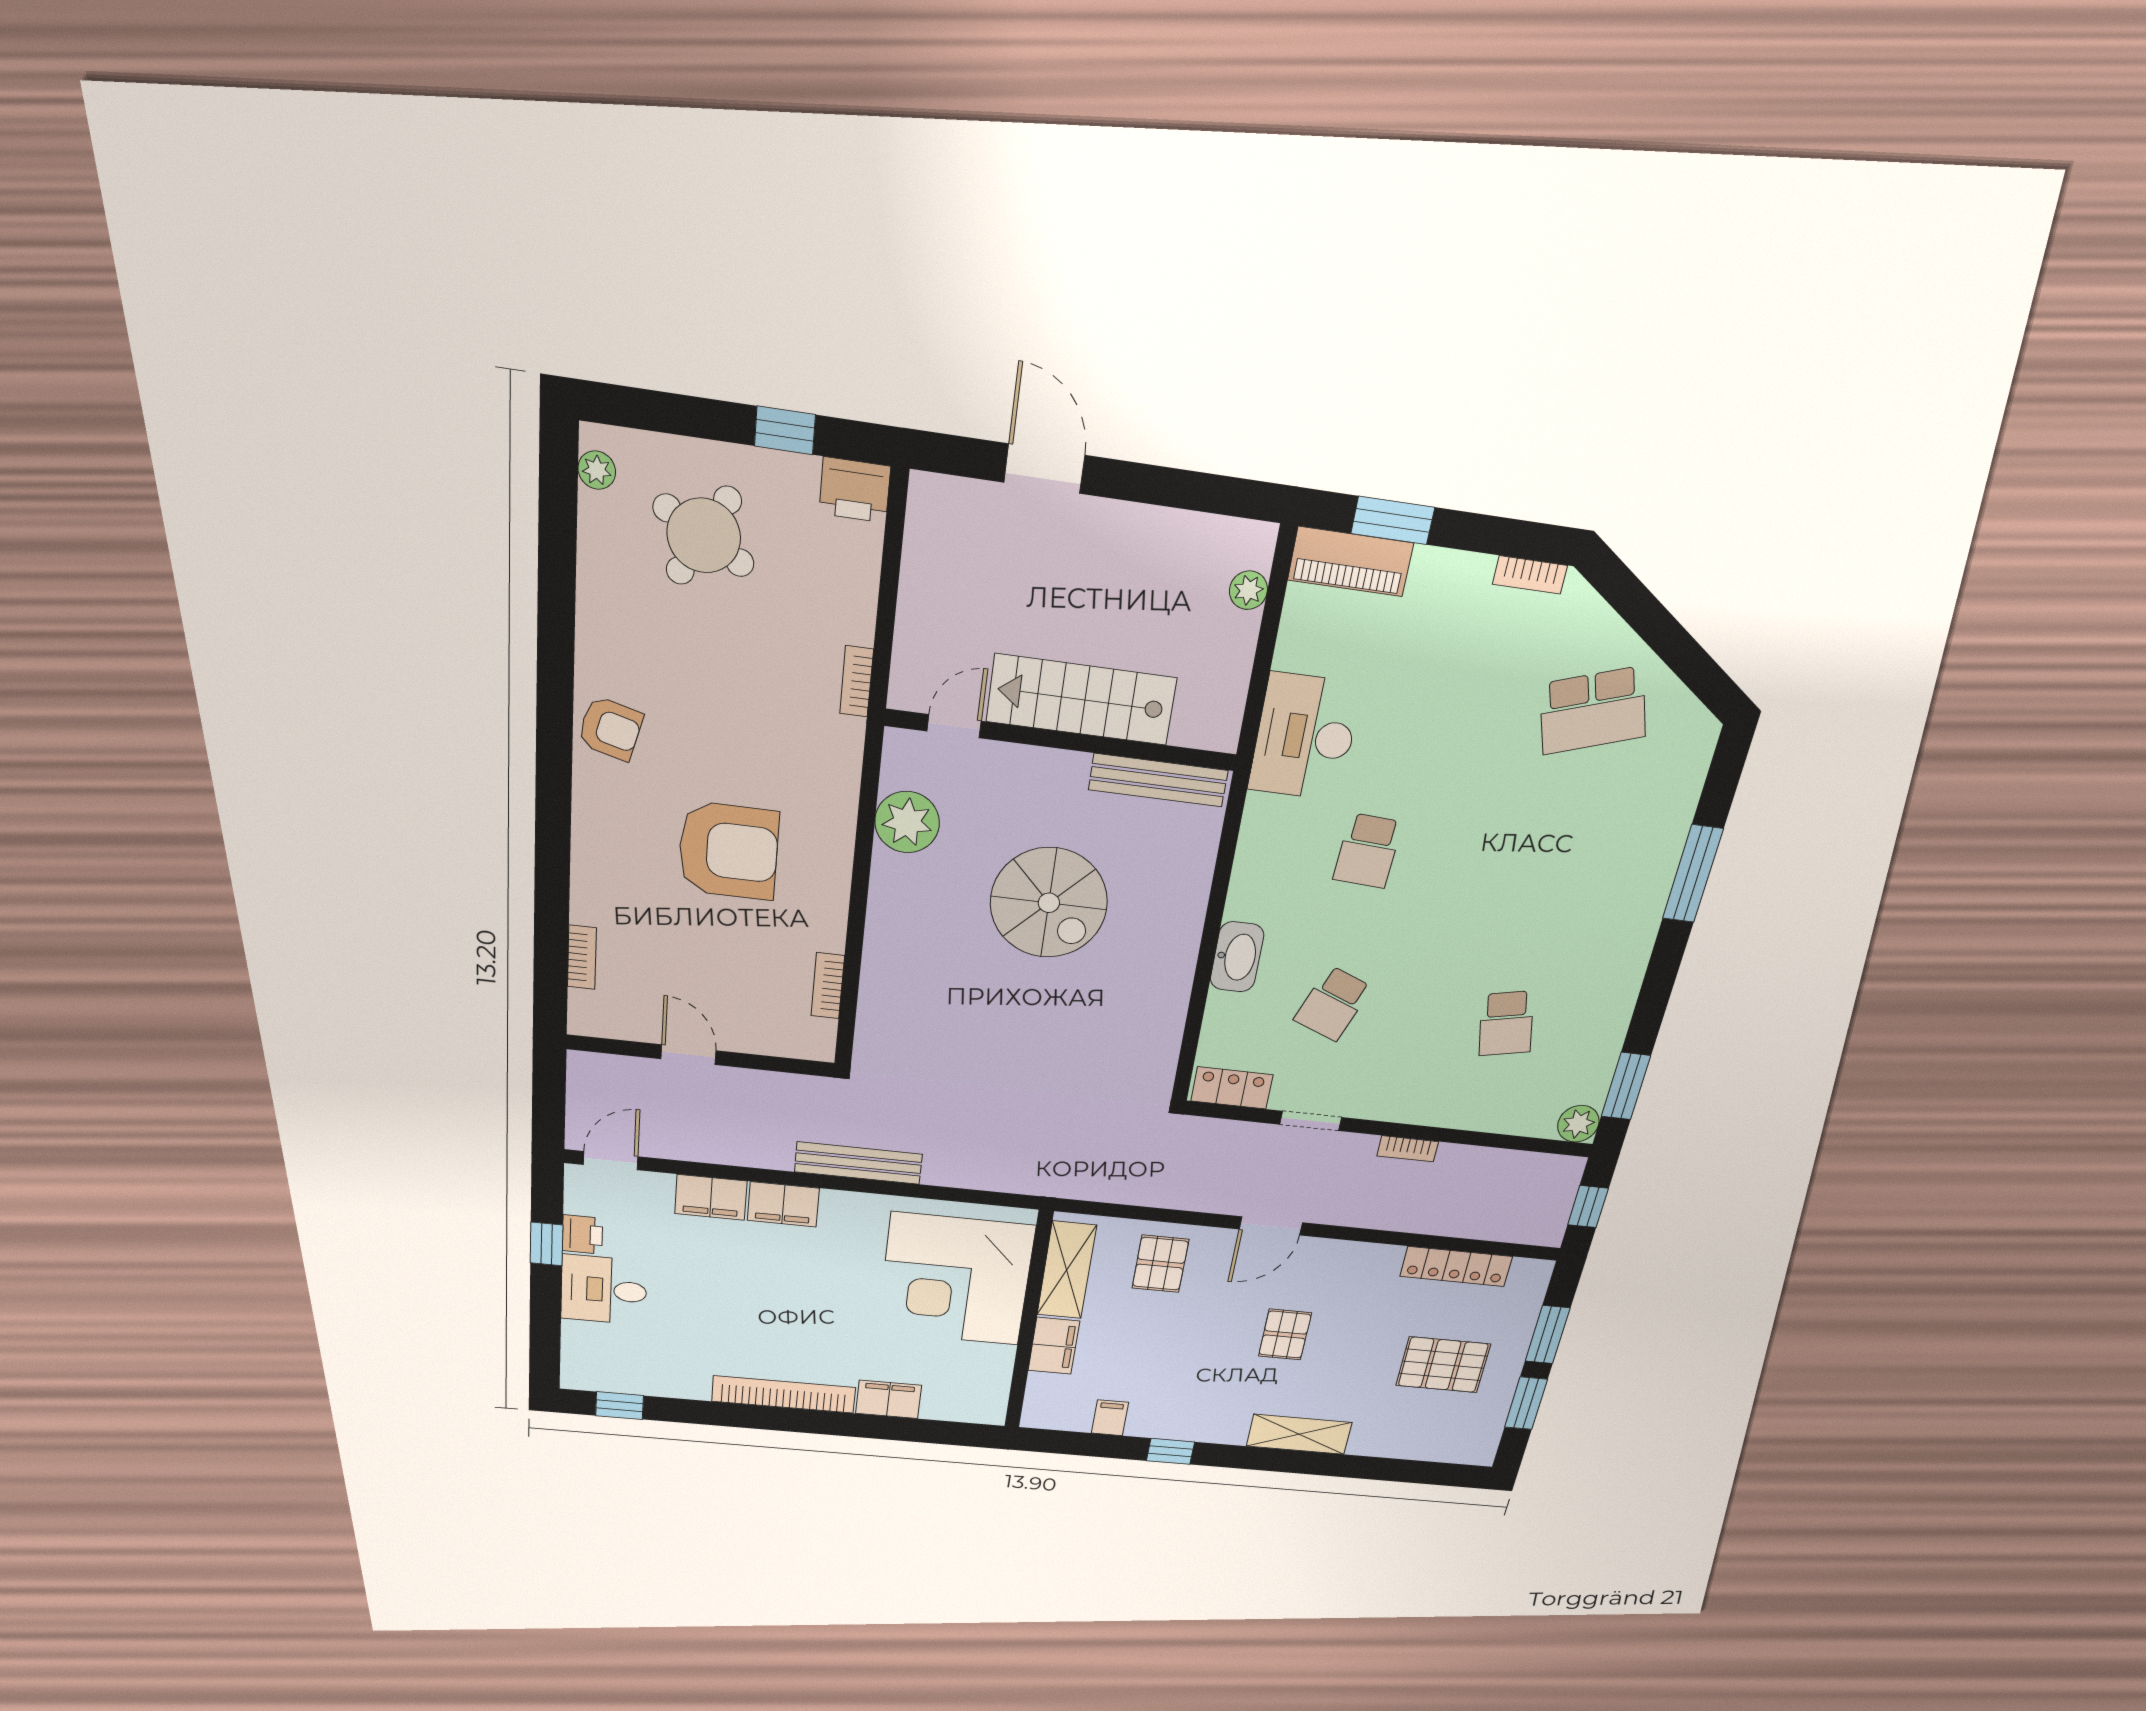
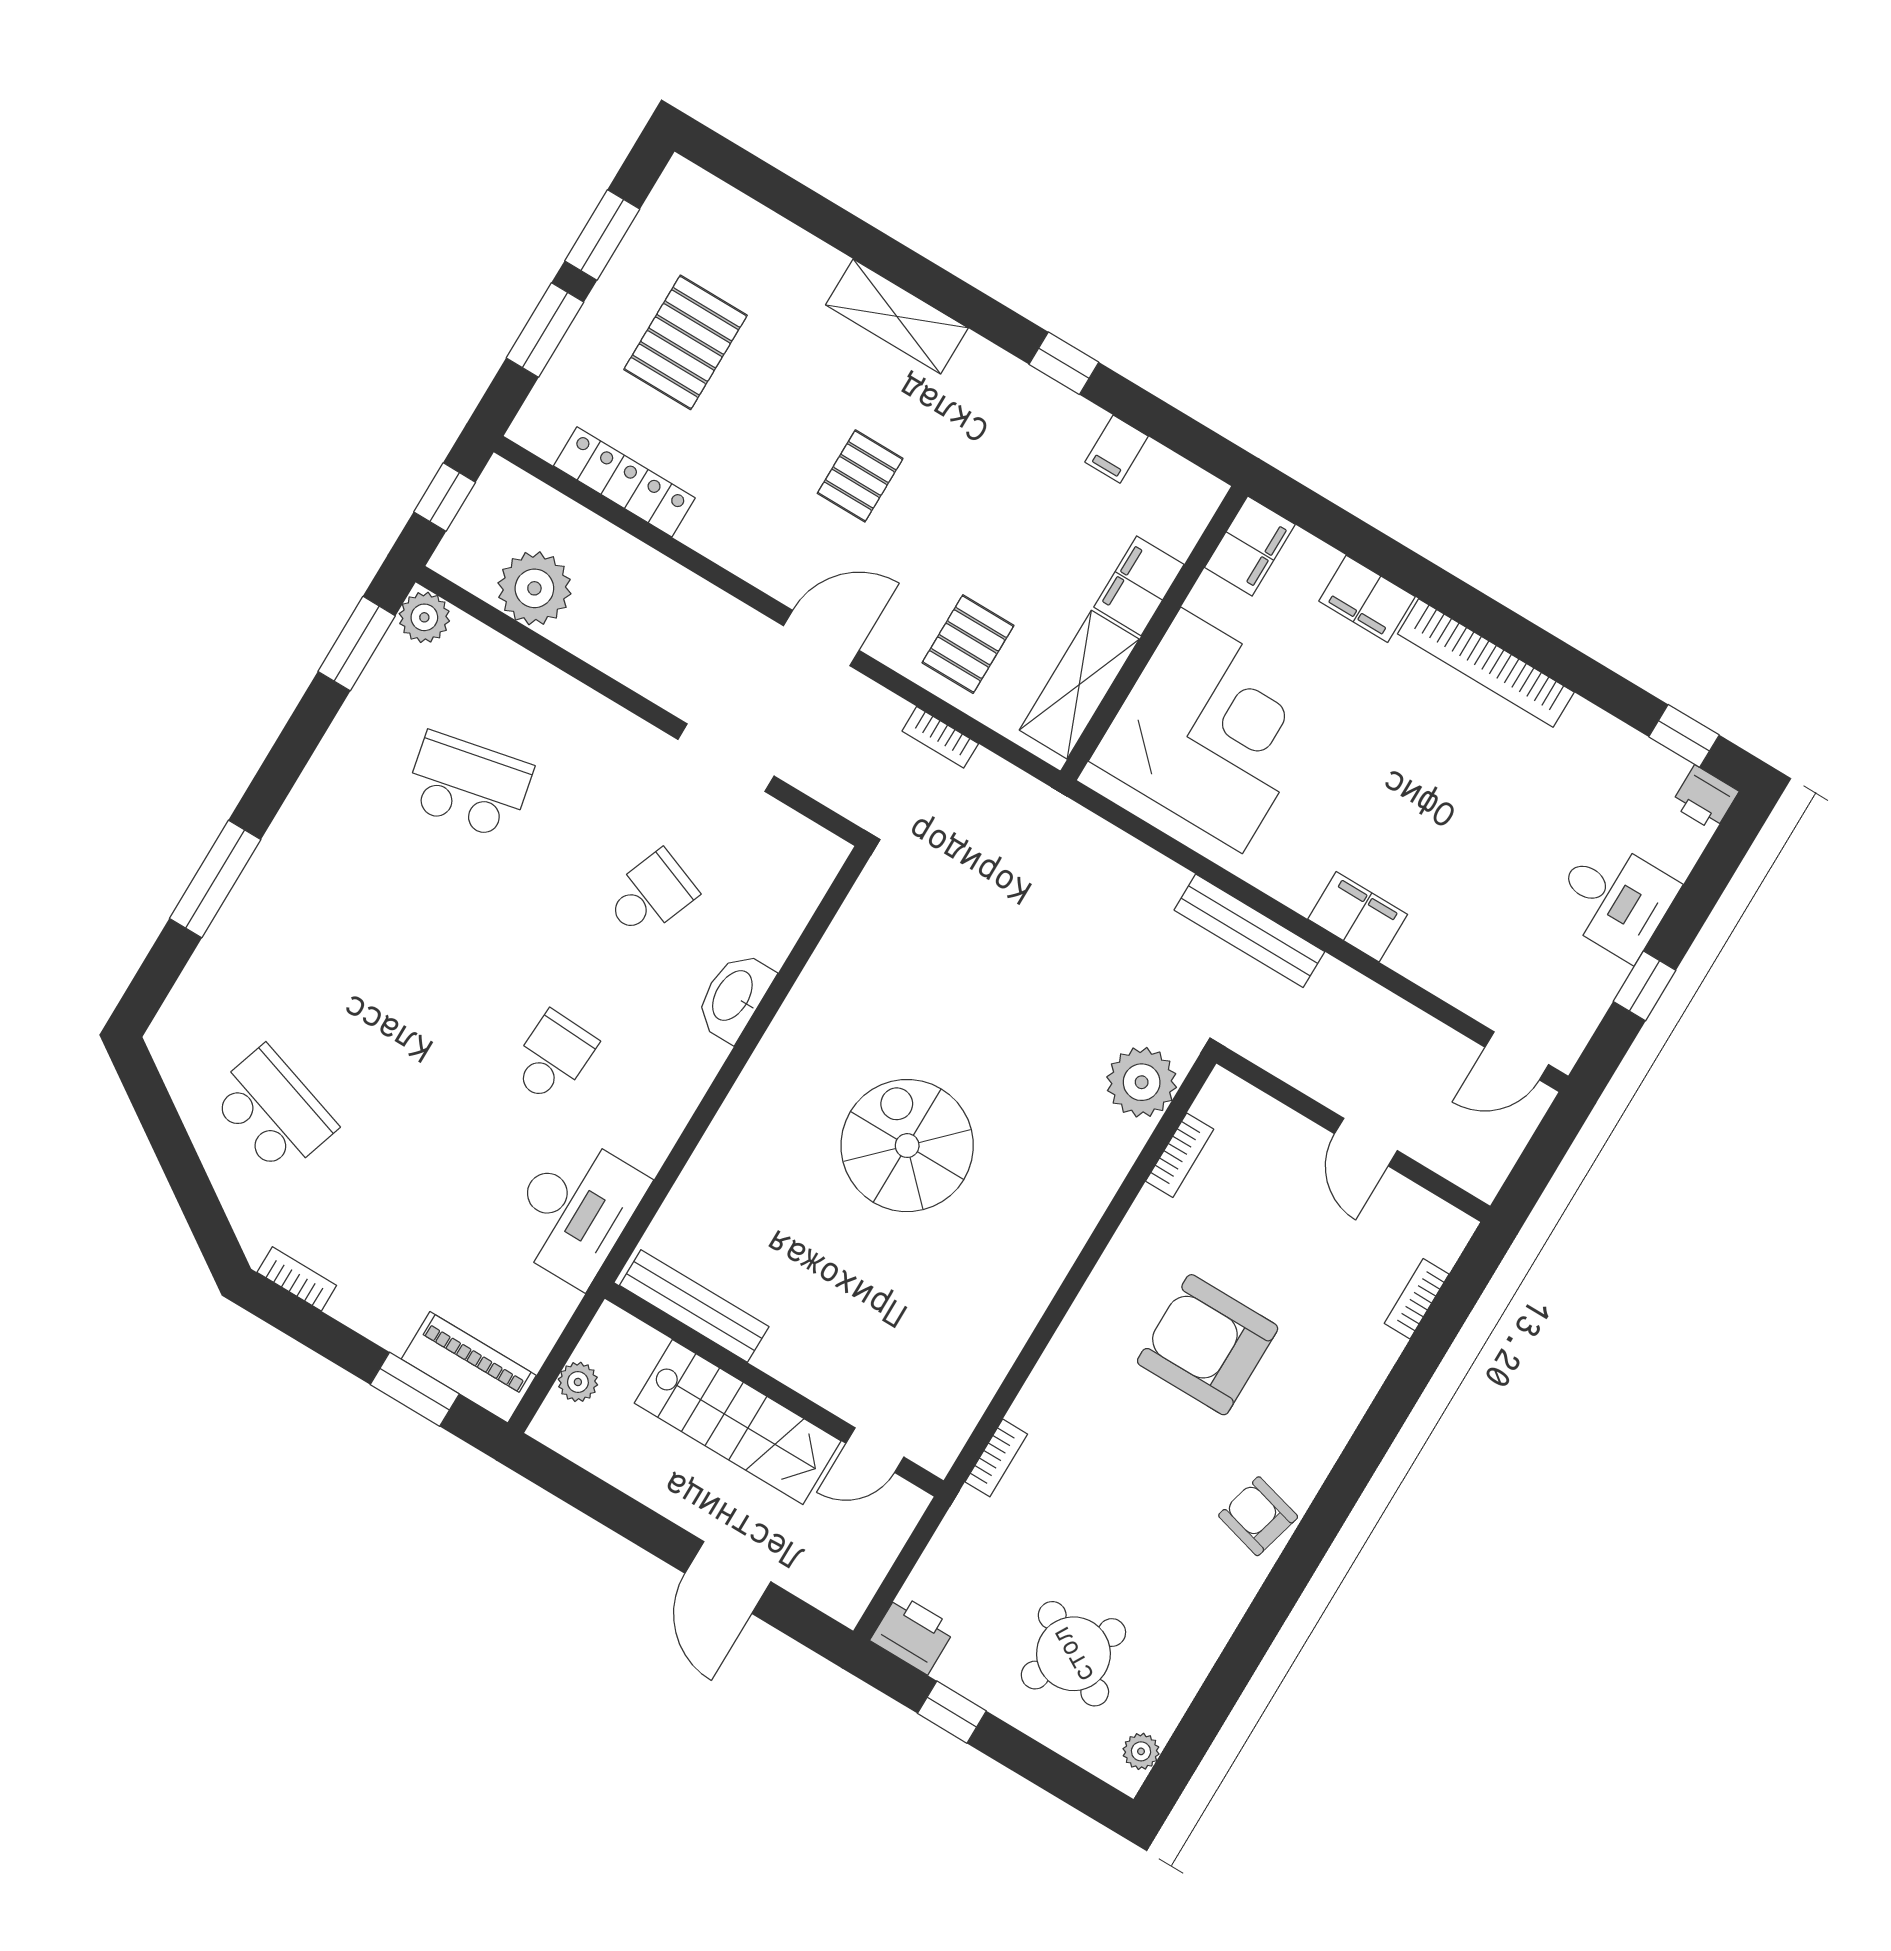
stairs: (1081, 700) -> (738, 1422), moved
school desk: (1593, 710) -> (273, 1111), turned 36
door: (954, 726) -> (875, 1450), moved
wall: (1062, 740) -> (774, 1390), moved
bench: (1158, 780) -> (694, 1306), moved
plant: (907, 822) -> (1142, 1082), moved
school desk: (1506, 1023) -> (468, 785), width x1.85
locker: (1232, 1088) -> (799, 840), removed
doorway: (1311, 1121) -> (726, 758), width x1.38
bookcase: (1408, 1149) -> (940, 737), moved, turned 180
plant: (1500, 1175) -> (534, 588), added
filing cabinet: (711, 1197) -> (1250, 546), moved, turned 90
printer: (582, 1234) -> (1705, 798), moved, turned -90
pallet: (1443, 1365) -> (685, 342), turned 90

